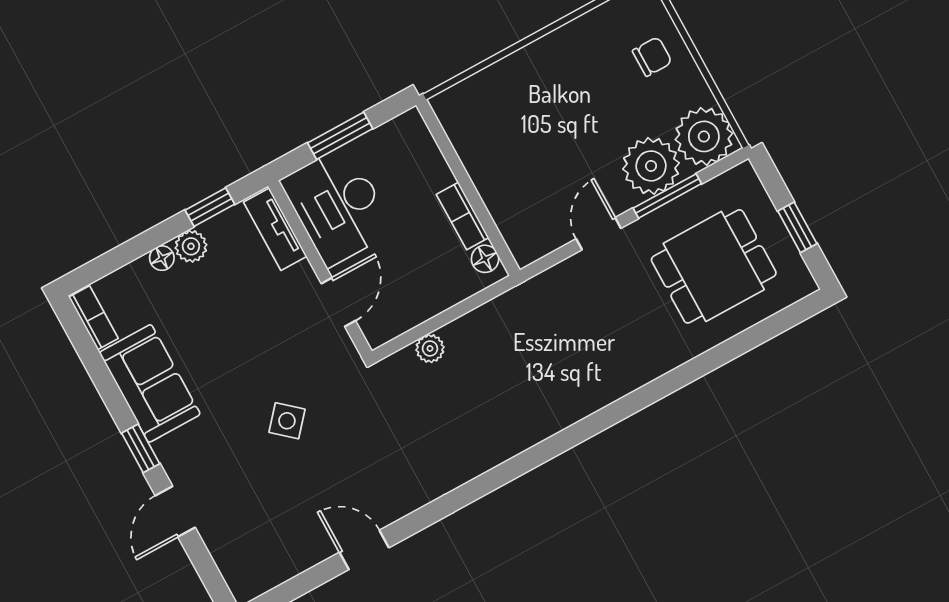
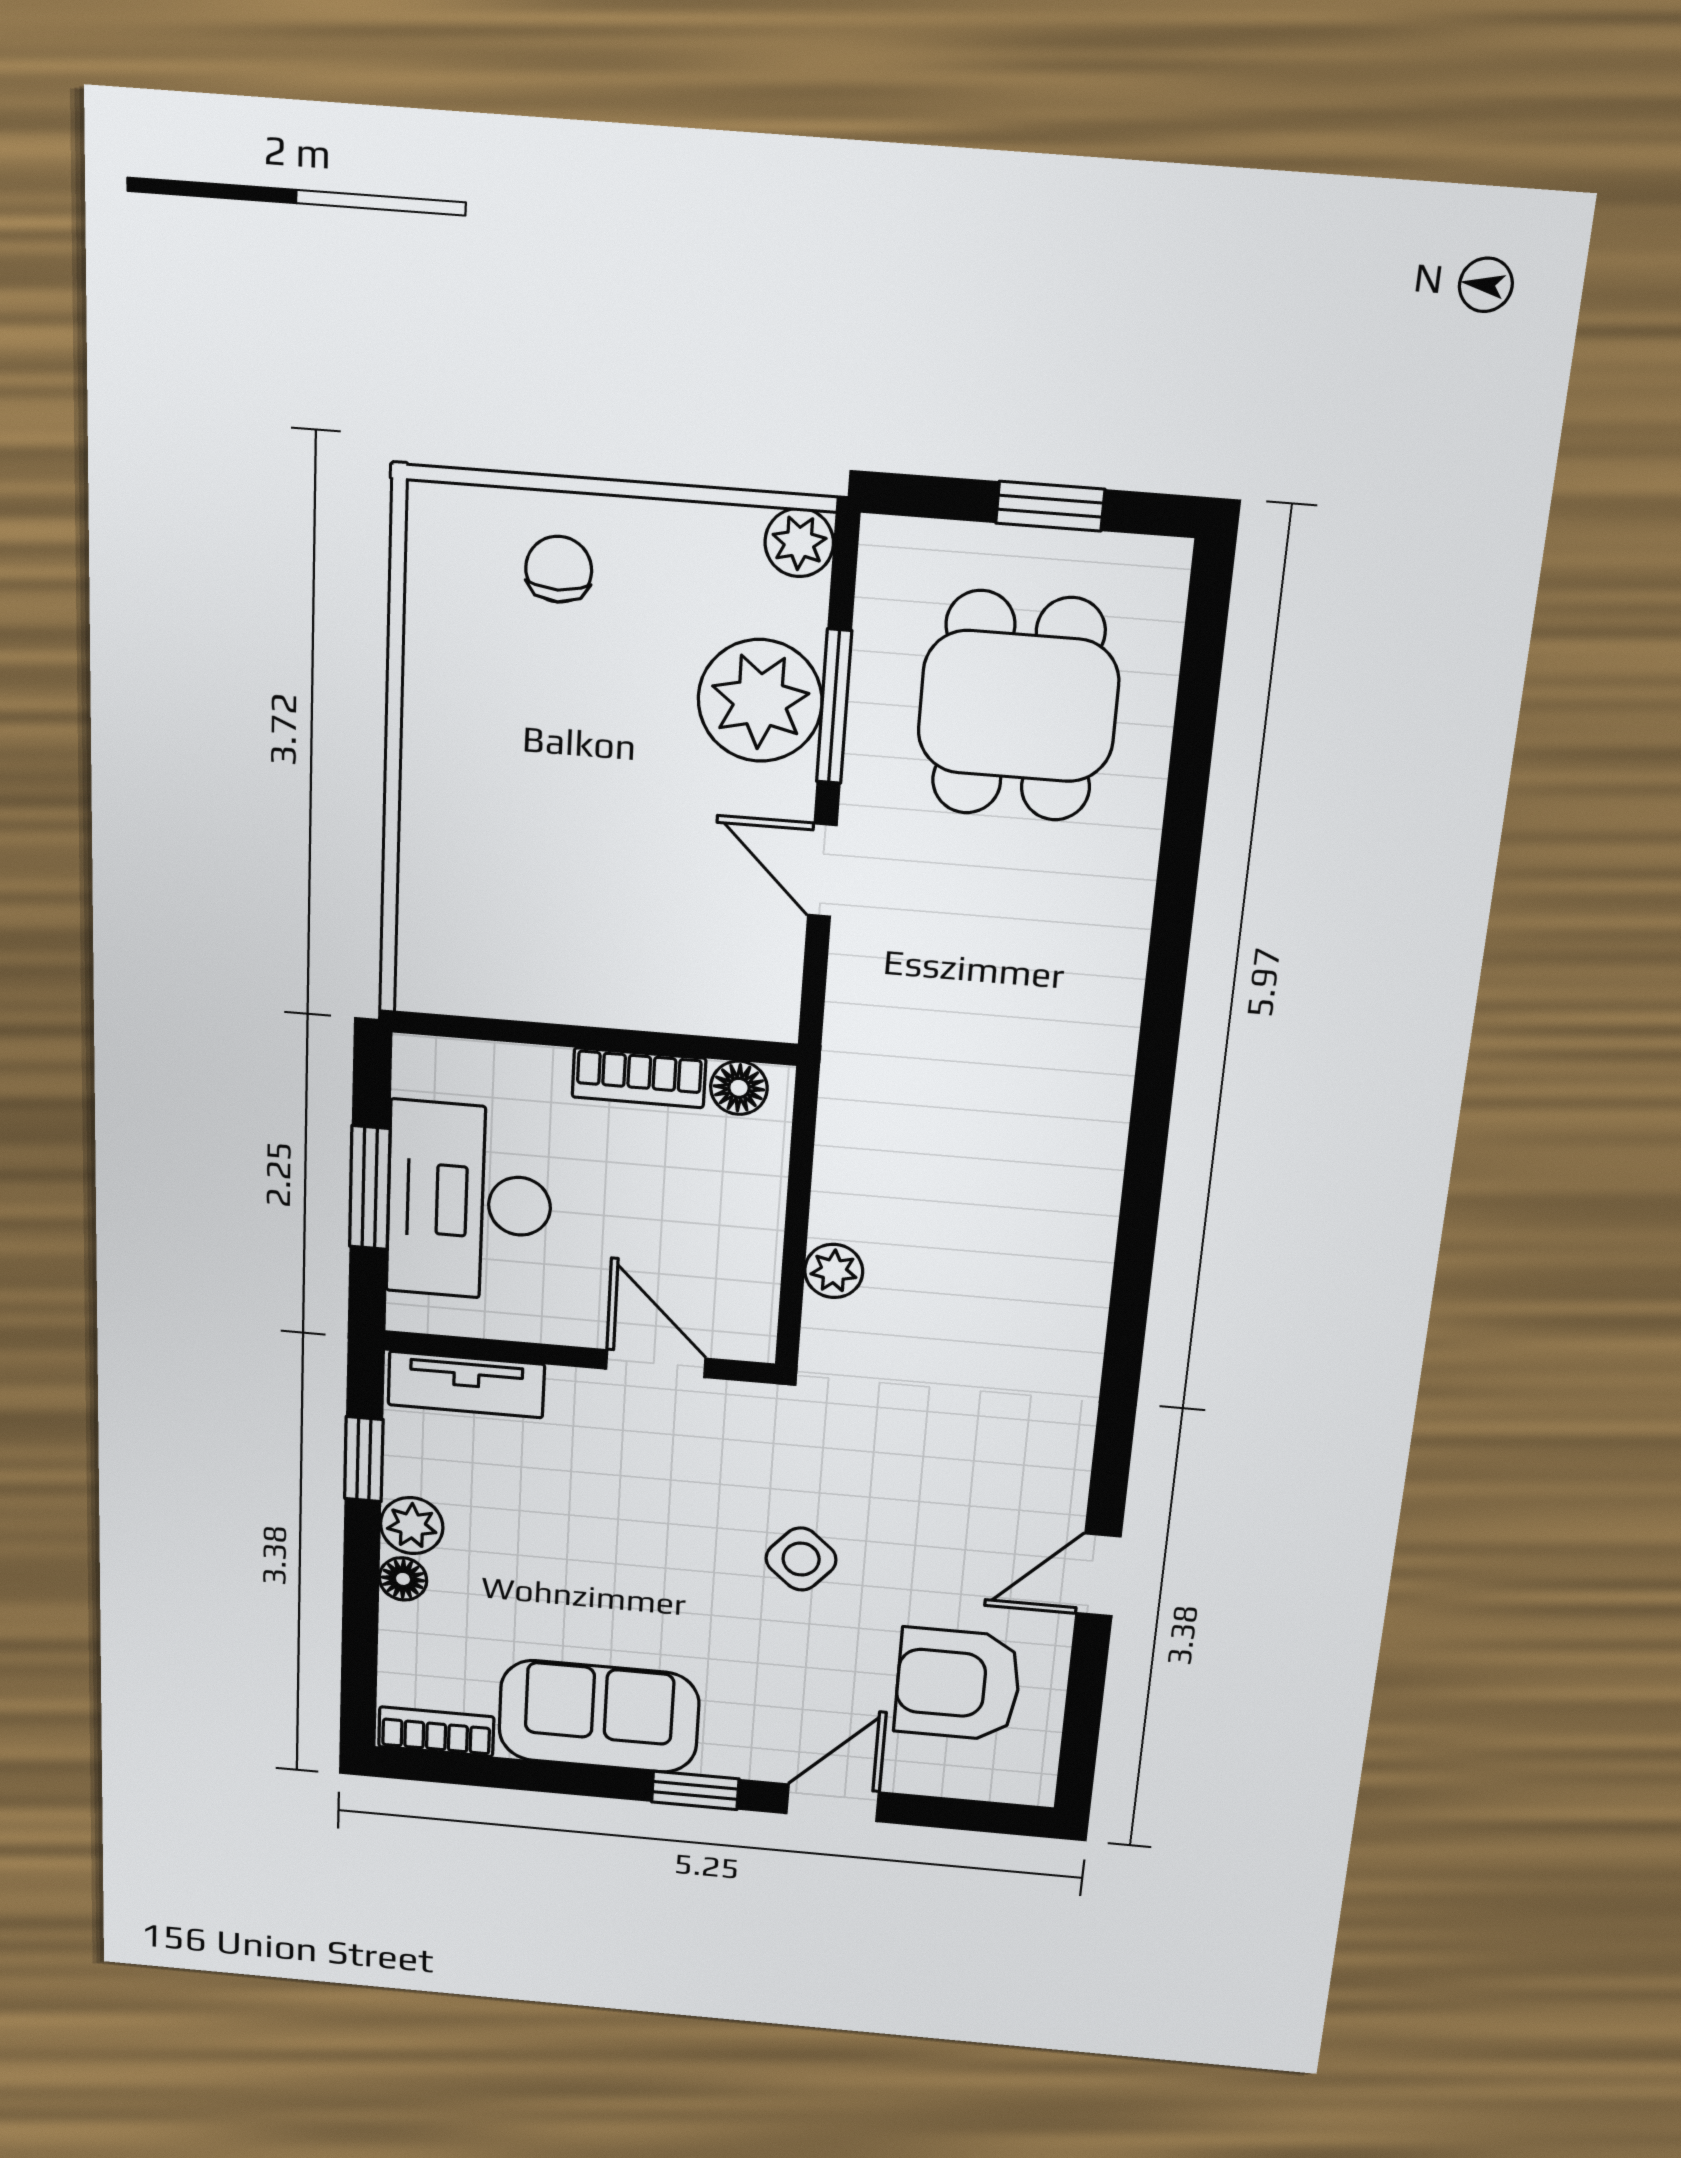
plant: (704, 136) -> (799, 542), width x0.53, depth x0.53
desk: (337, 206) -> (469, 1202), moved, turned 90
door: (175, 512) -> (832, 1803), swing flipped
armchair: (271, 526) -> (958, 1684), added

